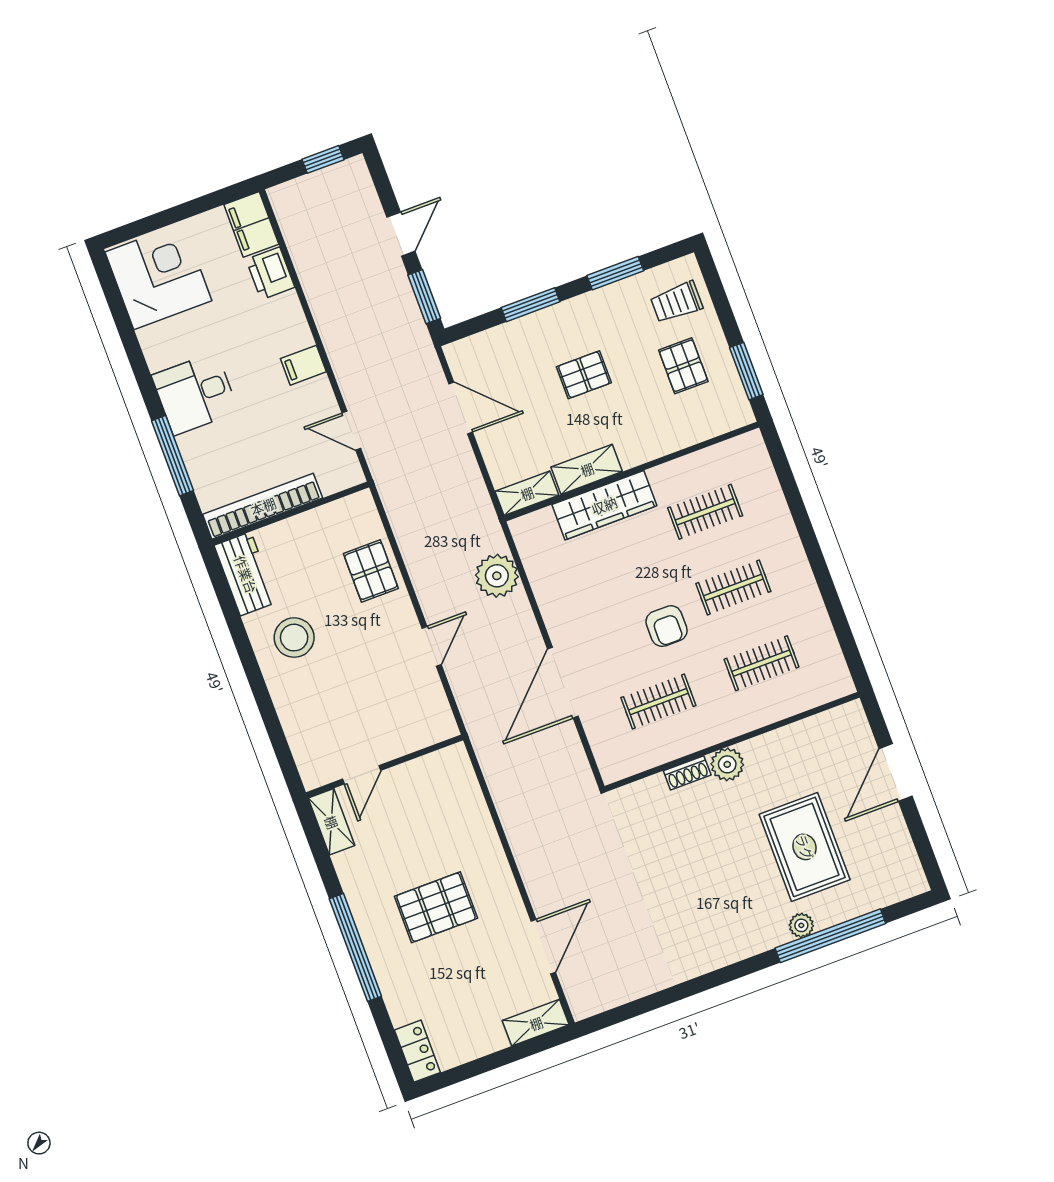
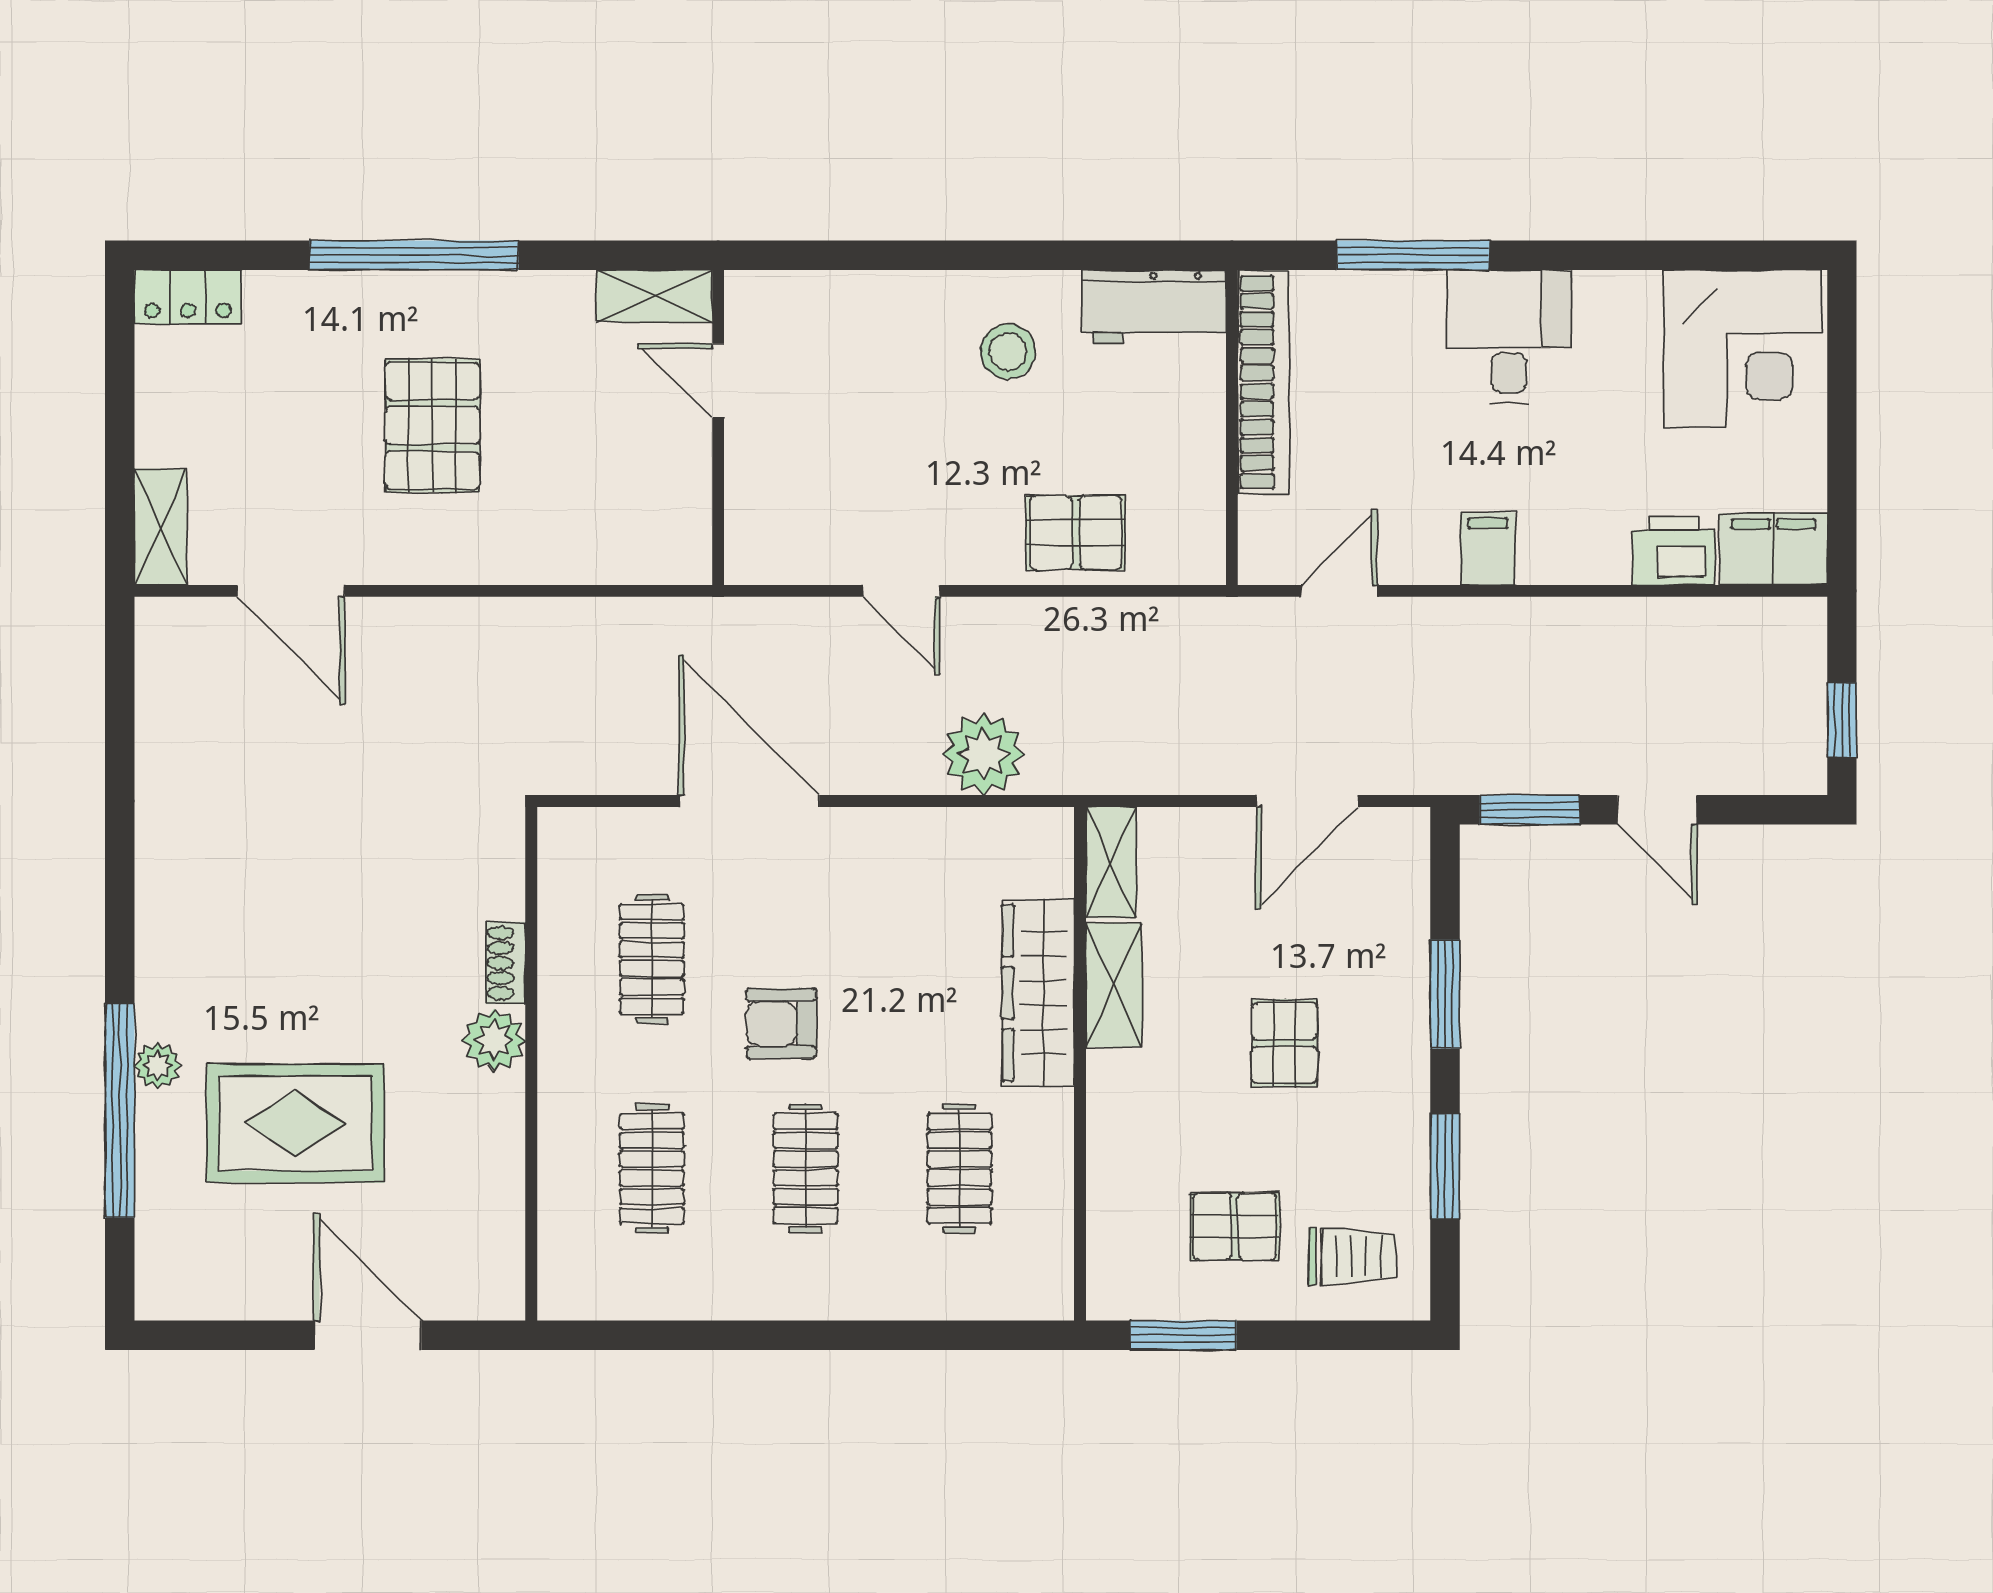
trolley: (677, 302) -> (1353, 1256), turned 90
stool: (294, 638) -> (1008, 351), width x0.73, depth x0.73

